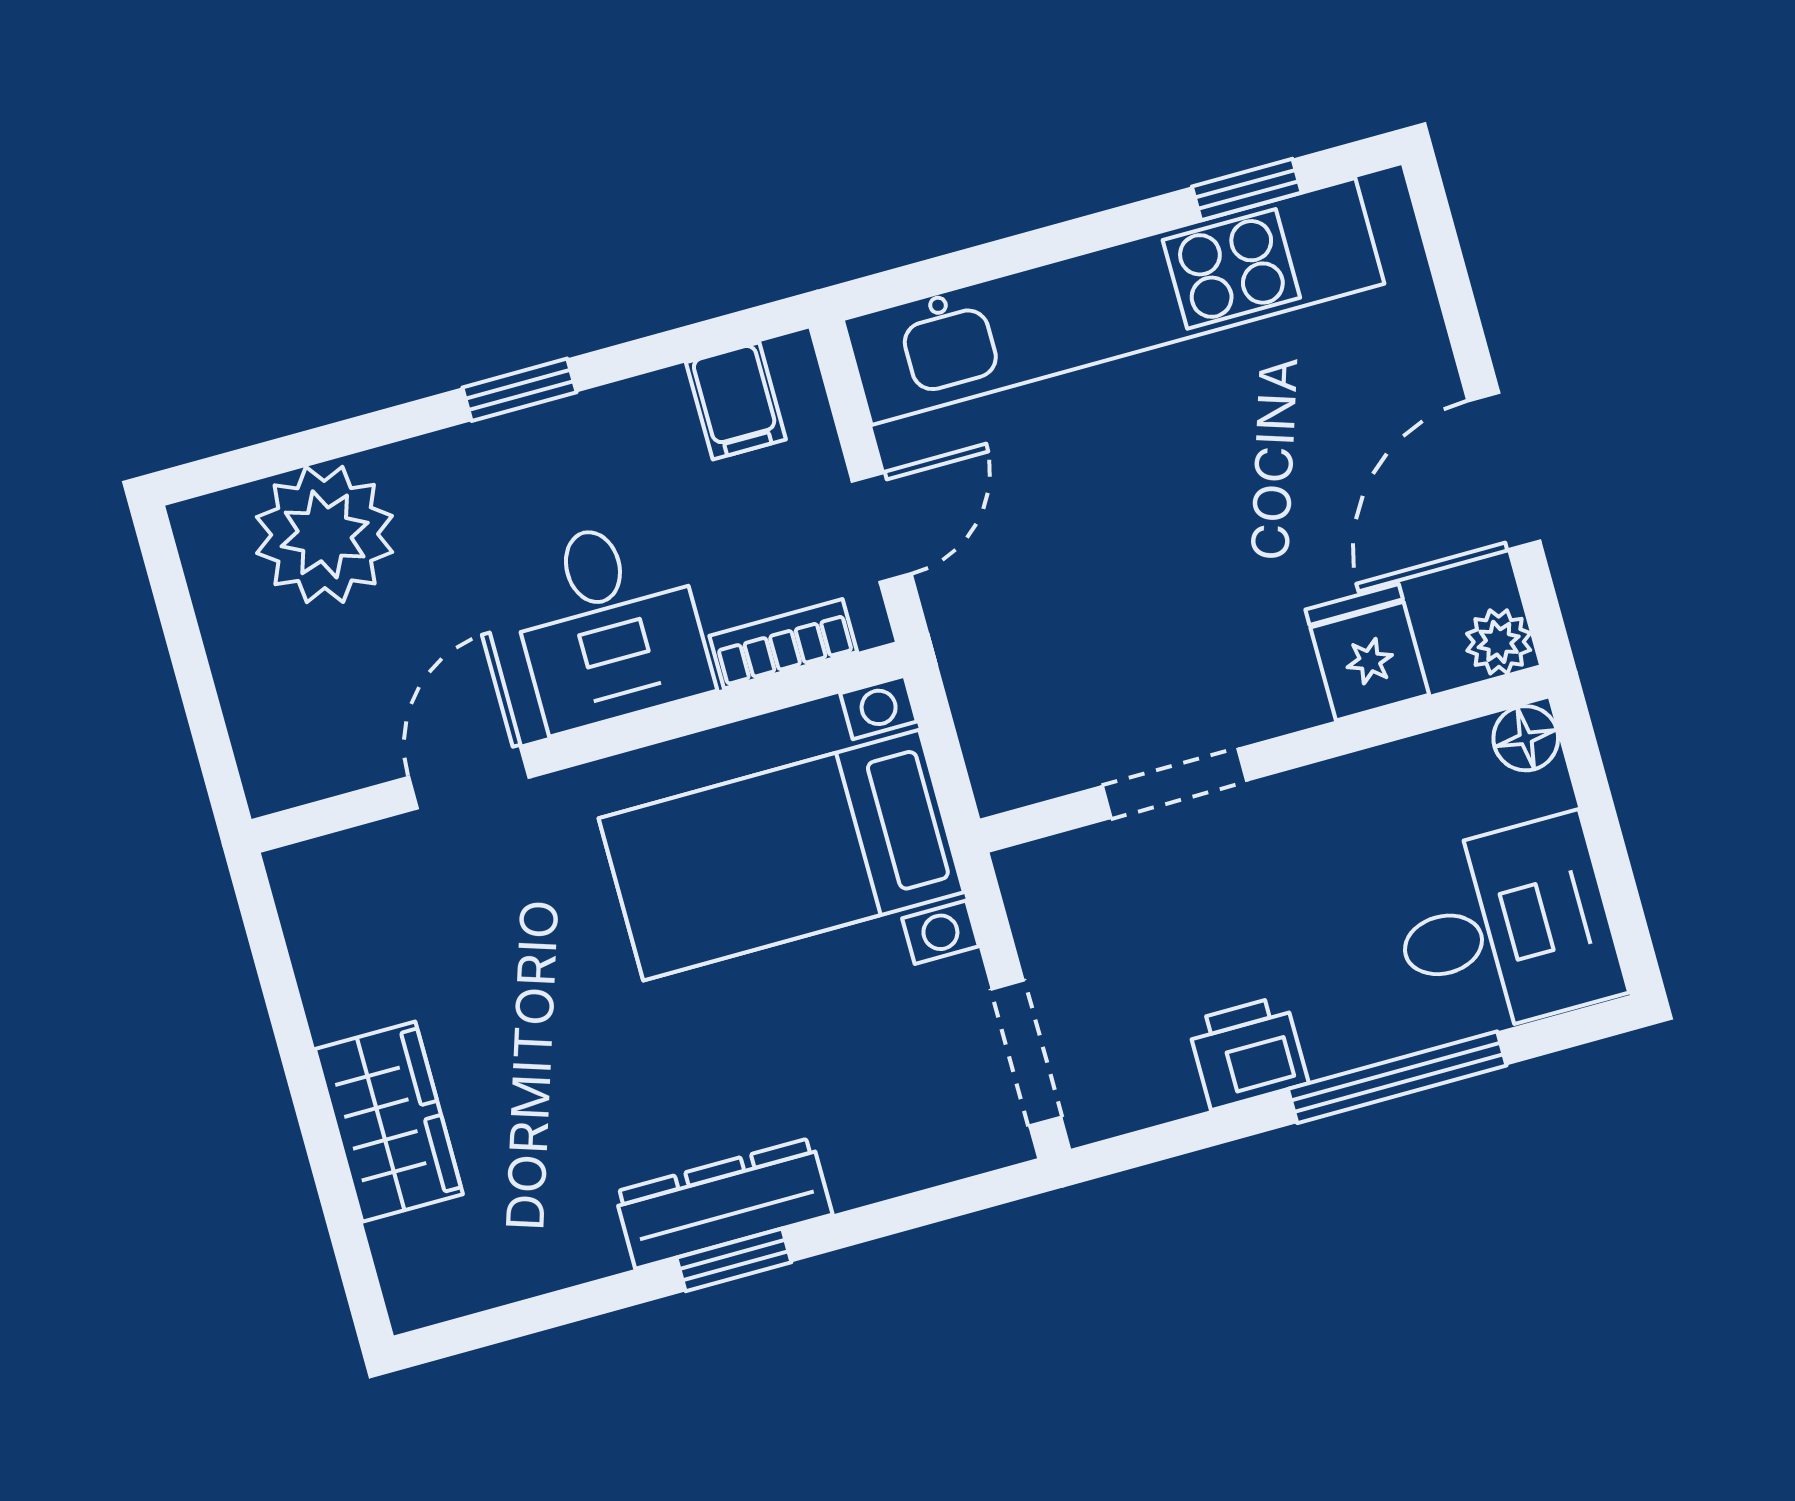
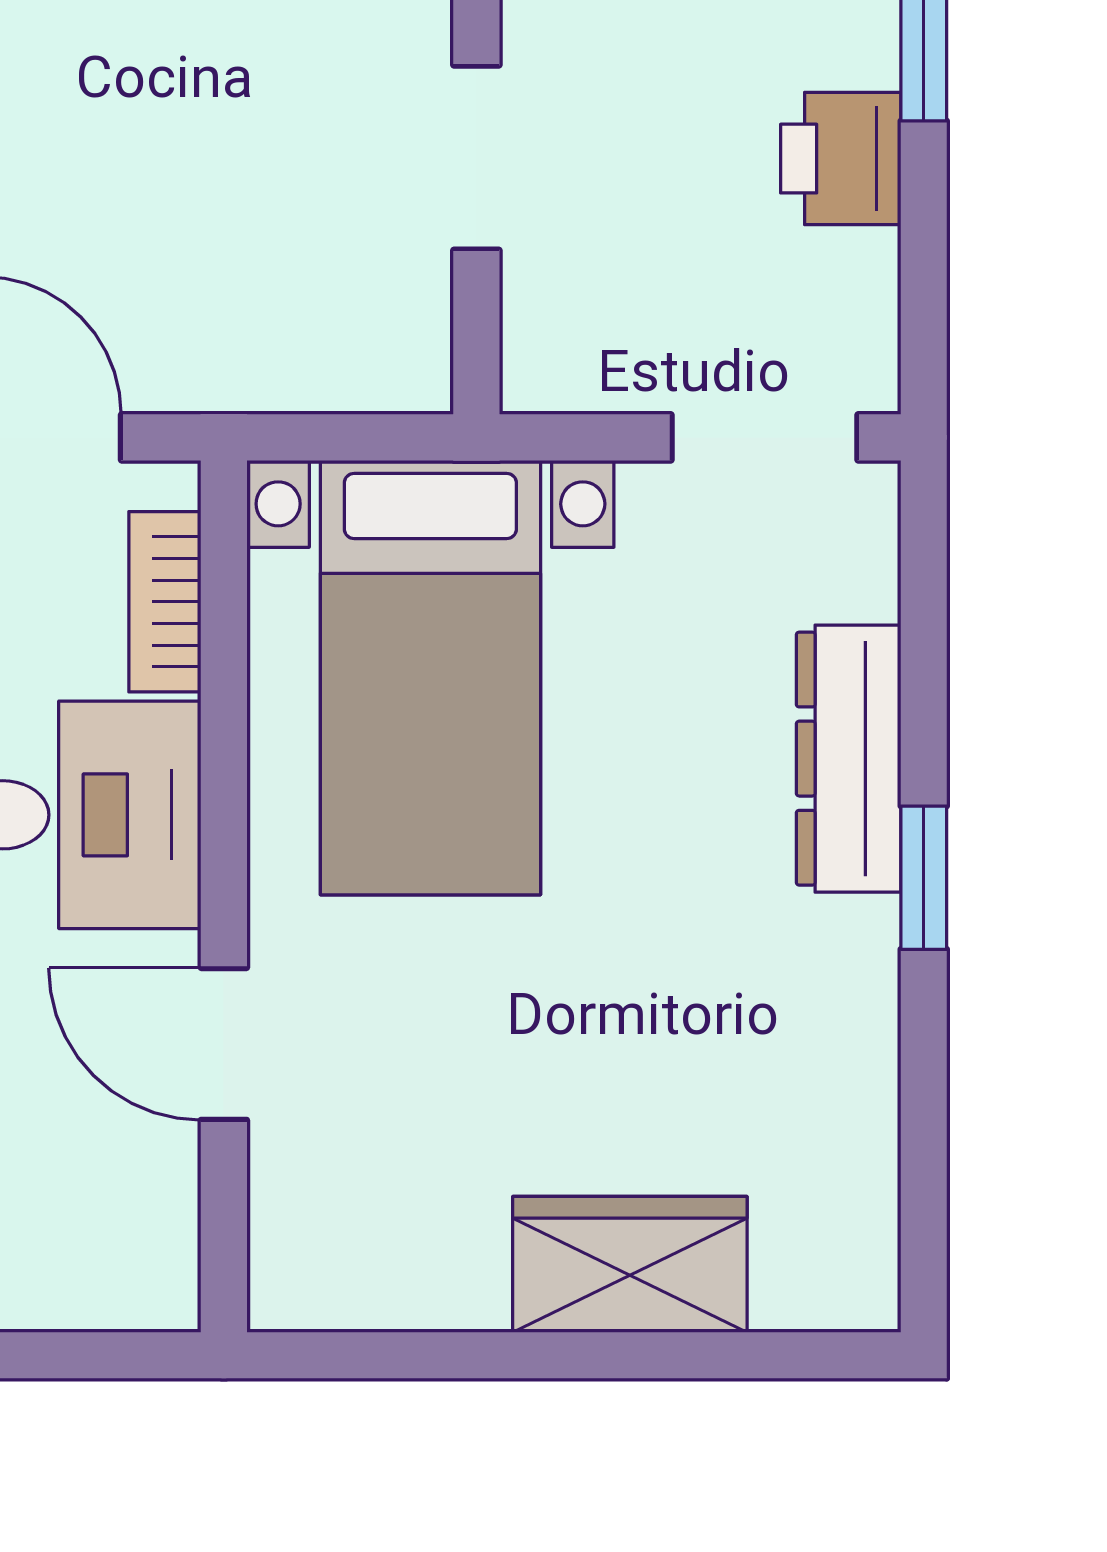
dresser: (723, 1203) -> (849, 759), moved

